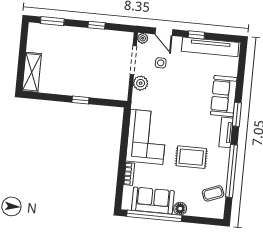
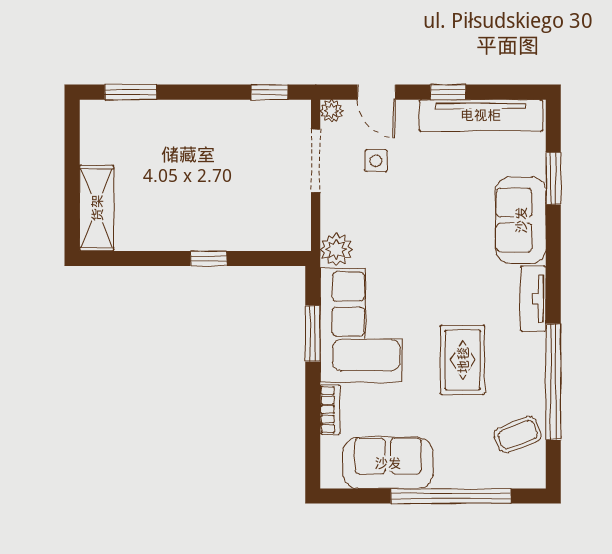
window: (97, 25) -> (269, 92), moved
plant: (141, 83) -> (336, 249), moved
window: (237, 114) -> (553, 178), moved
window: (124, 139) -> (313, 333), added
rug: (191, 157) -> (463, 360), turned 90
floor lamp: (180, 209) -> (449, 475), removed
window: (154, 216) -> (451, 496), moved

